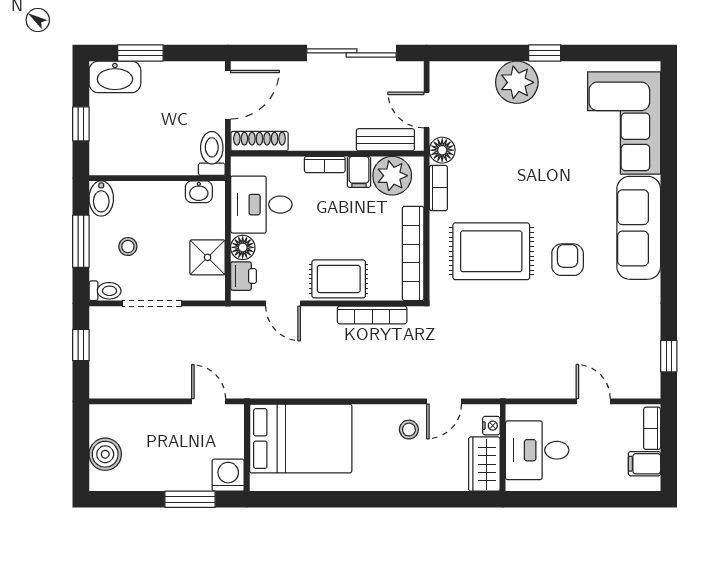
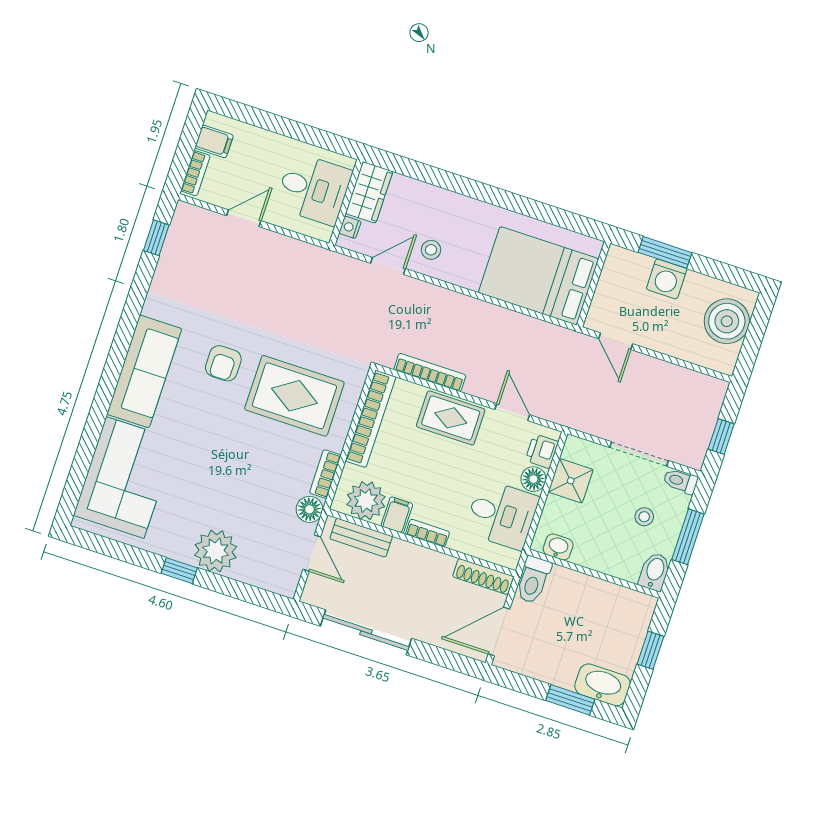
door: (593, 401) -> (244, 218), swing flipped
boiler: (105, 454) -> (727, 321), width x1.37, depth x1.37
washing machine: (228, 475) -> (667, 279), moved

